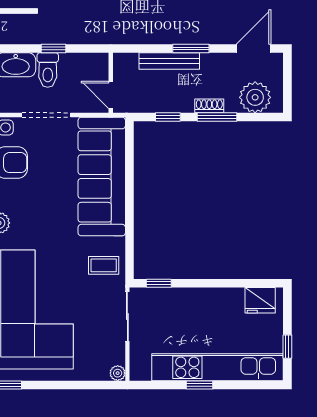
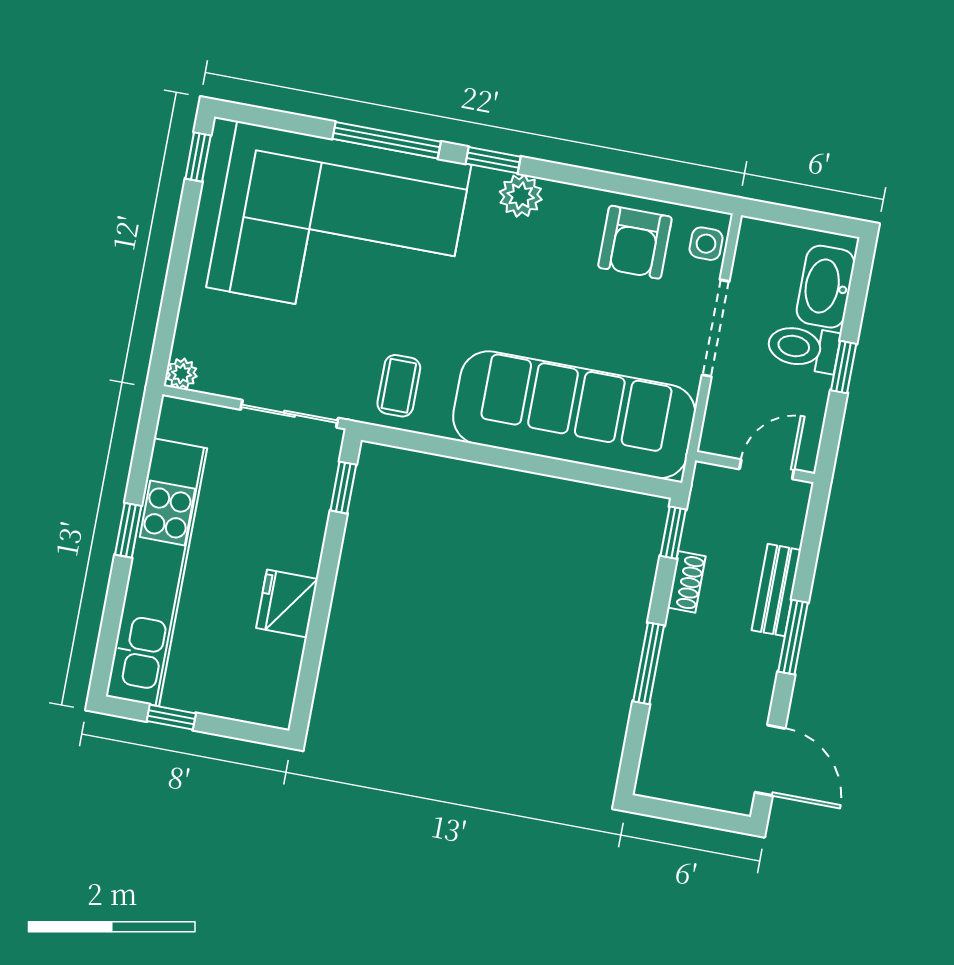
bench: (169, 61) -> (776, 590), width x0.73
door: (111, 95) -> (767, 469), moved
plant: (255, 97) -> (674, 746), removed
shoe rack: (209, 106) -> (687, 582), moved
window: (168, 117) -> (673, 533), moved
fridge: (260, 300) -> (287, 604), moved

